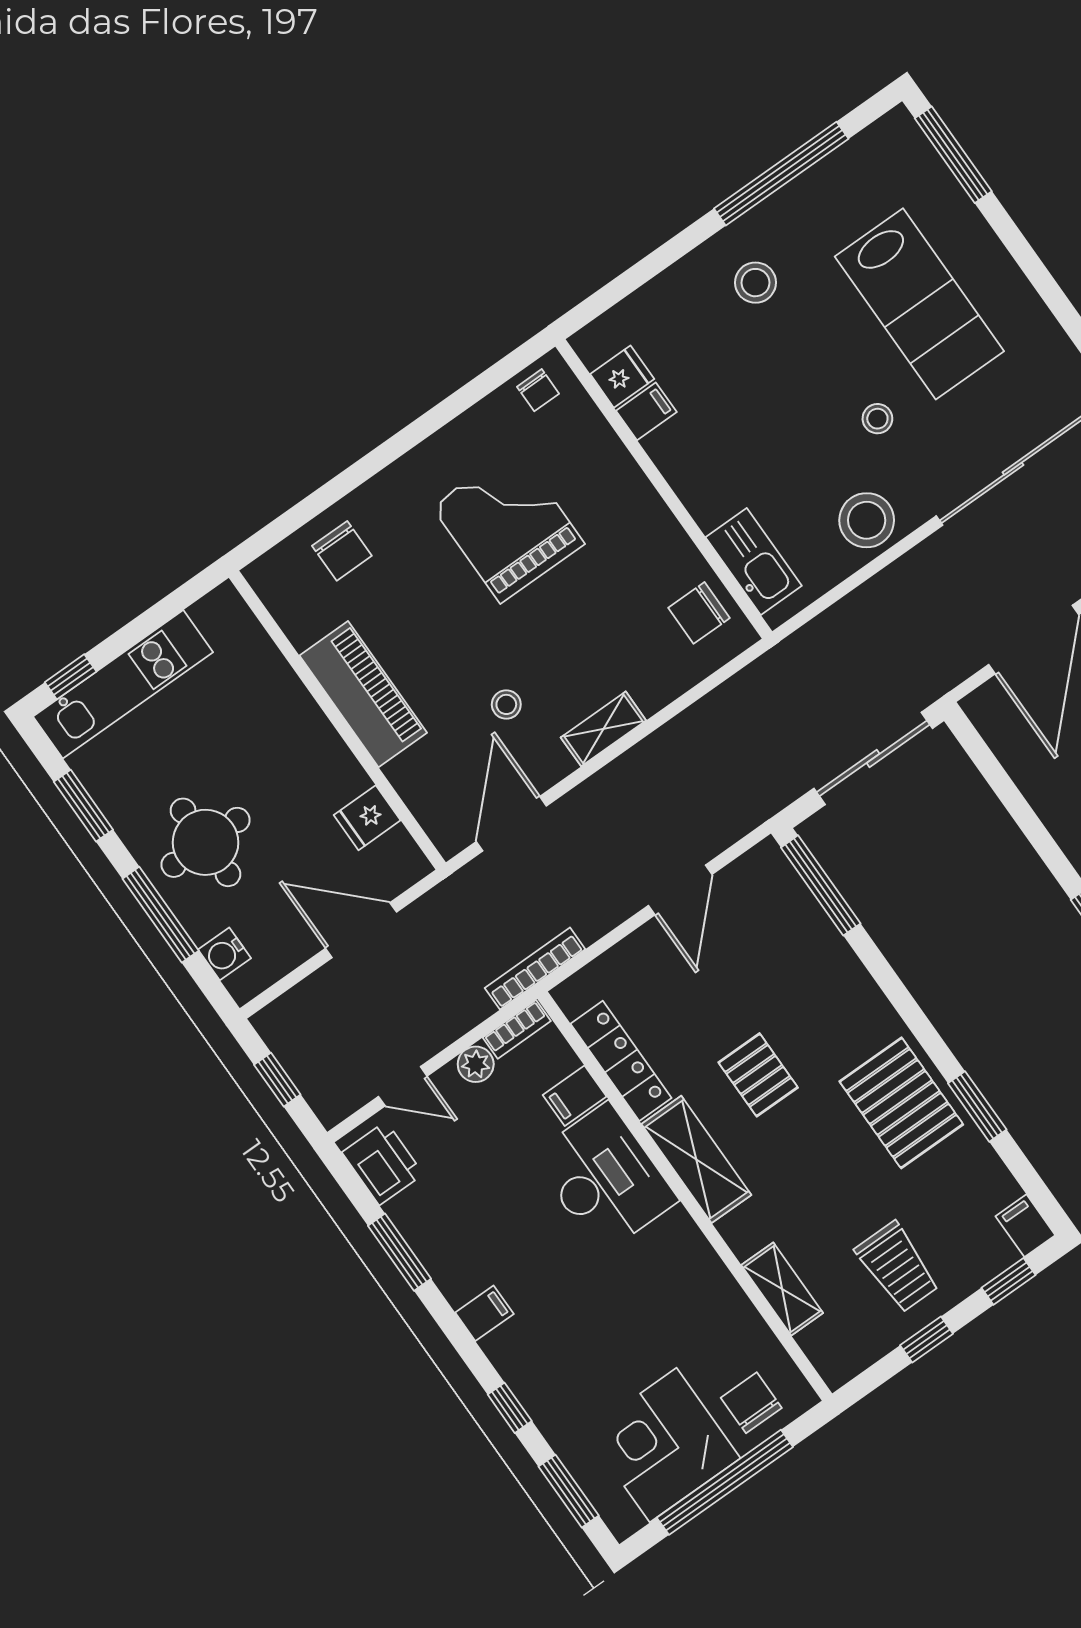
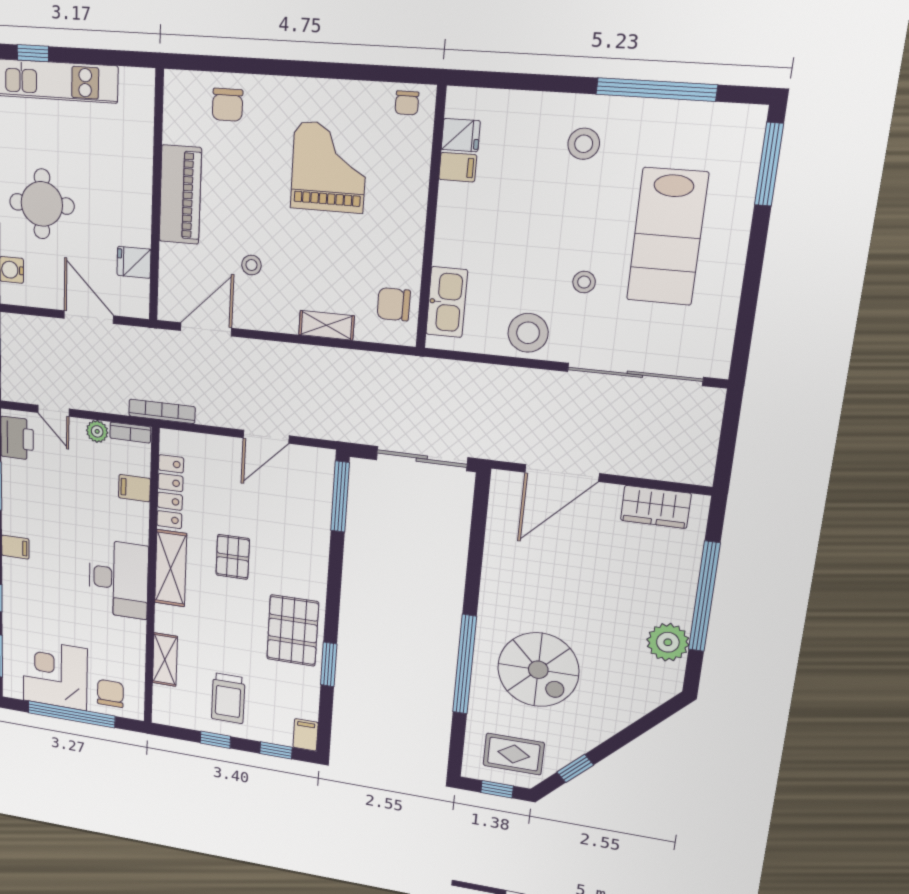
shelving: (603, 729) -> (326, 325), moved
desk: (605, 1178) -> (118, 579), moved

